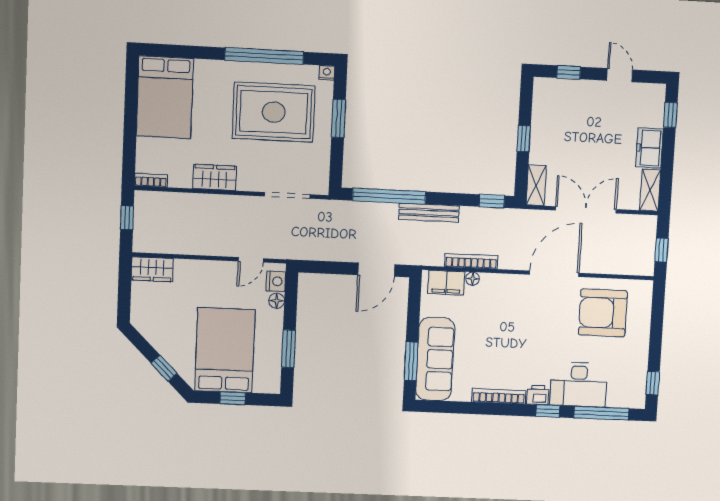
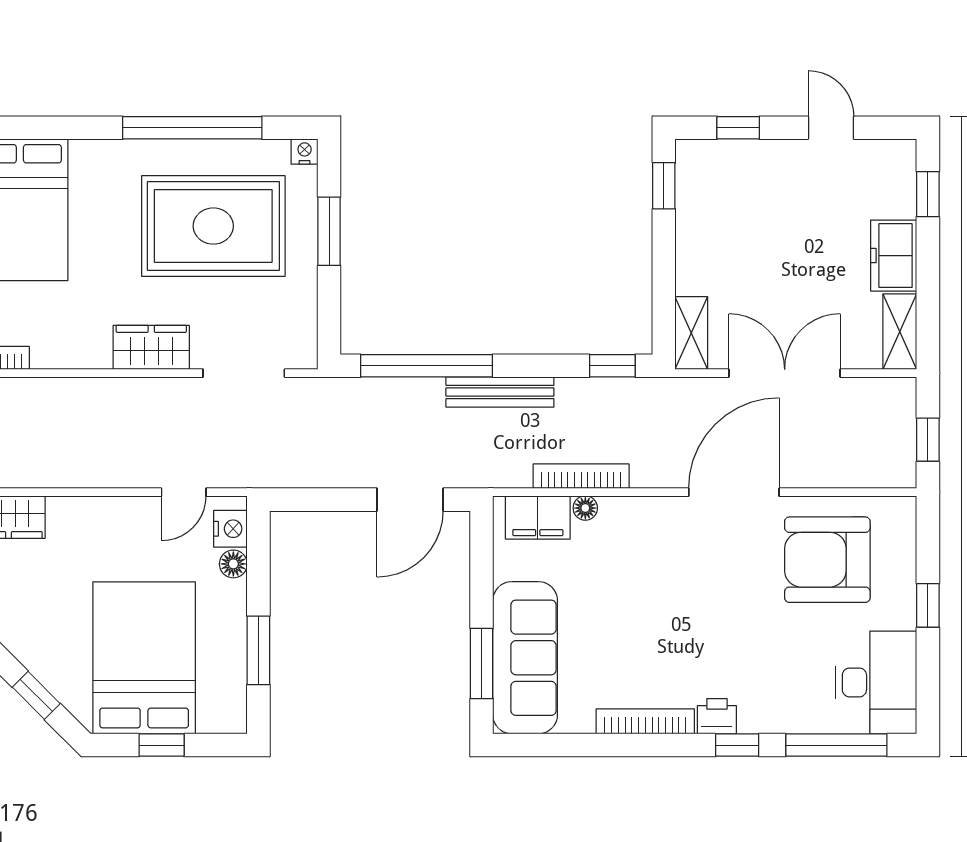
window: (524, 139) -> (664, 186), moved
wardrobe: (215, 177) -> (151, 347), moved
window: (653, 383) -> (928, 605), moved
desk: (579, 384) -> (876, 682), moved, turned -90

